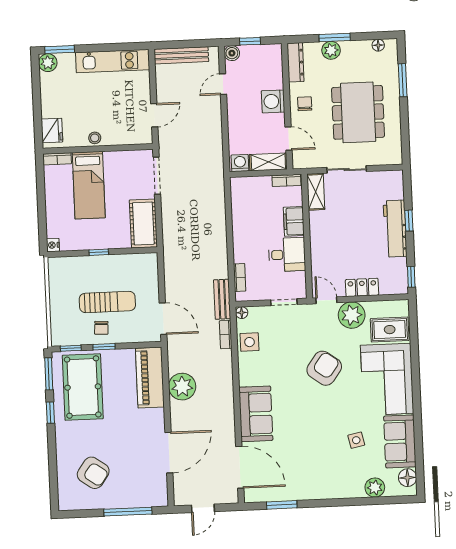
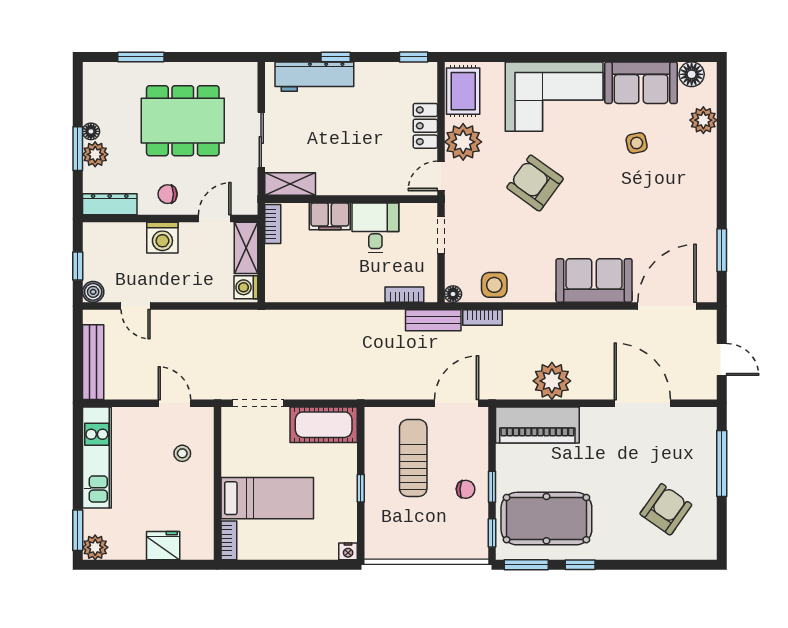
floor lamp: (378, 45) -> (91, 131), moved
fridge: (52, 131) -> (163, 546), moved
stool: (95, 138) -> (182, 453), moved
workbench: (395, 229) -> (314, 77), moved
sun lounger: (107, 302) -> (413, 458), moved
rug: (390, 330) -> (463, 91), moved

